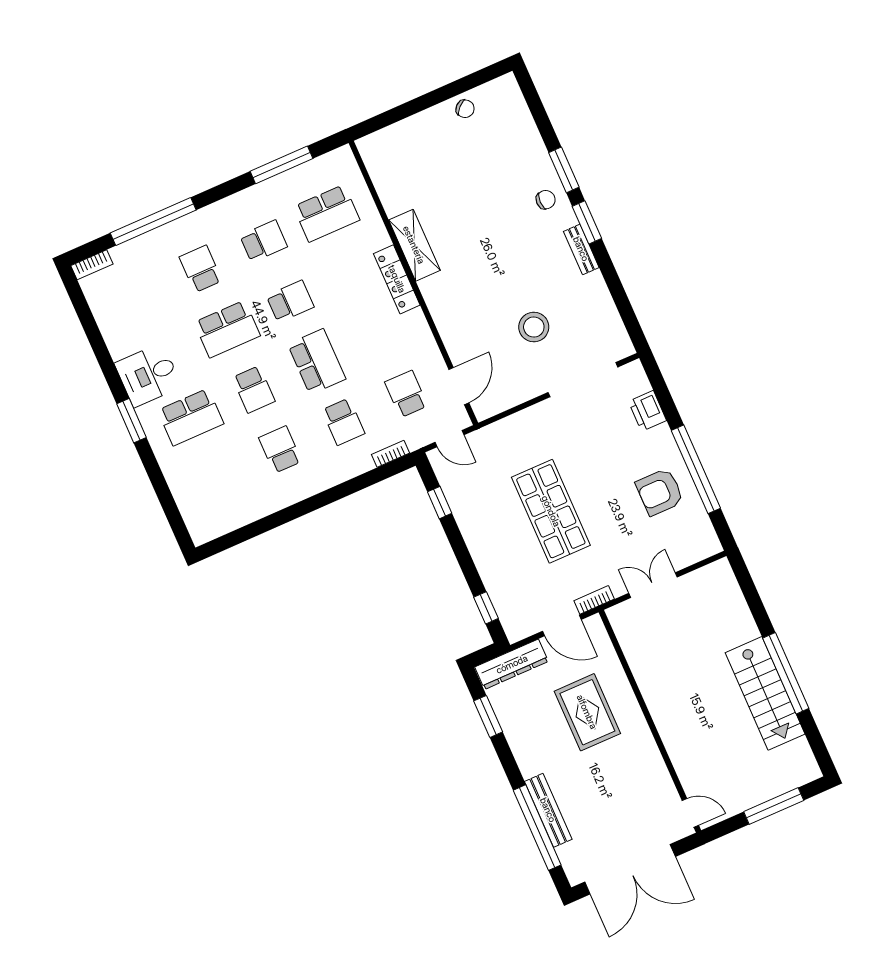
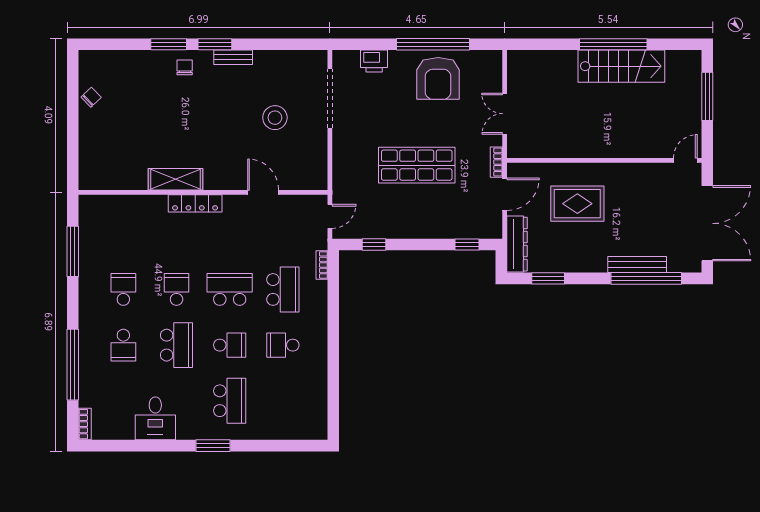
school desk: (327, 213) -> (123, 234), removed
school desk: (201, 269) -> (123, 345), turned -90
desk: (148, 375) -> (155, 418), moved
door: (459, 386) -> (263, 192), moved
school desk: (406, 394) -> (283, 234), removed
school desk: (343, 422) -> (283, 289), width x1.85
armchair: (660, 492) -> (438, 78), width x1.36, depth x1.36

